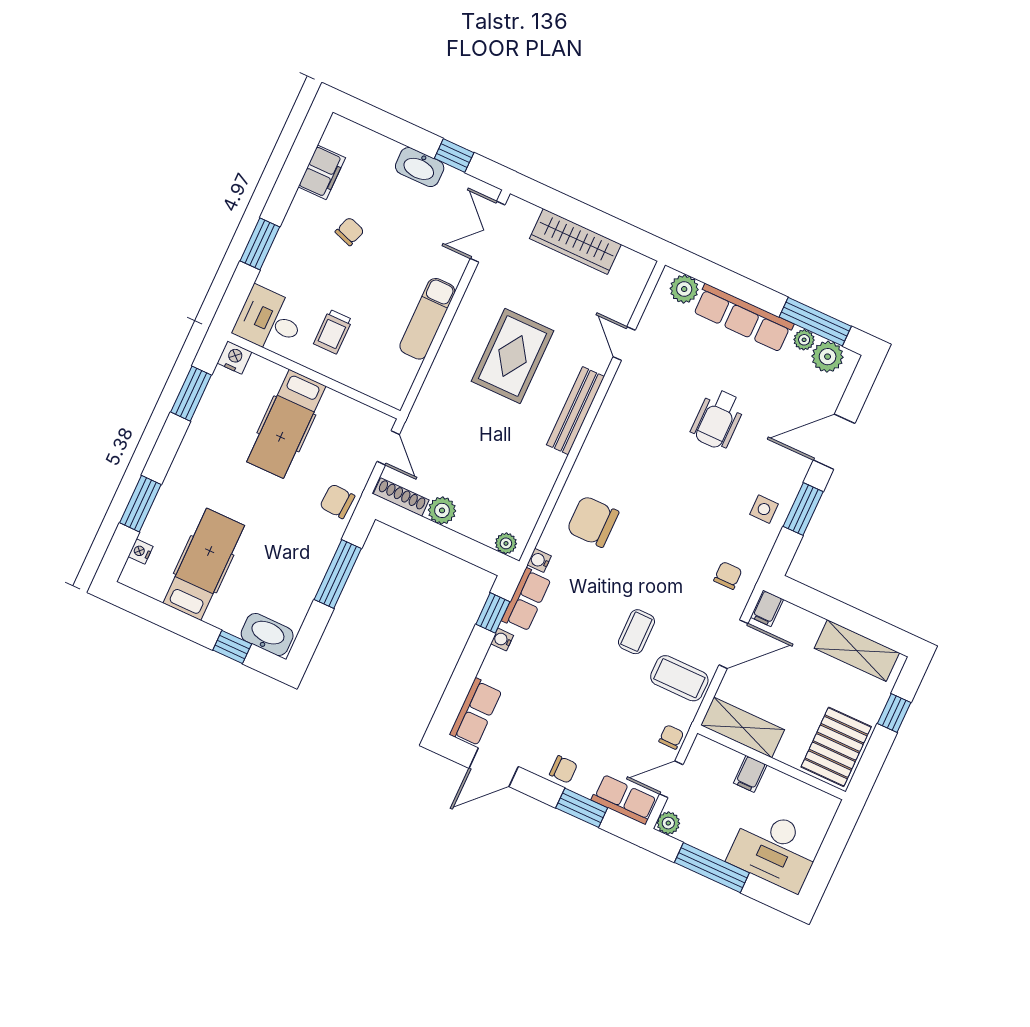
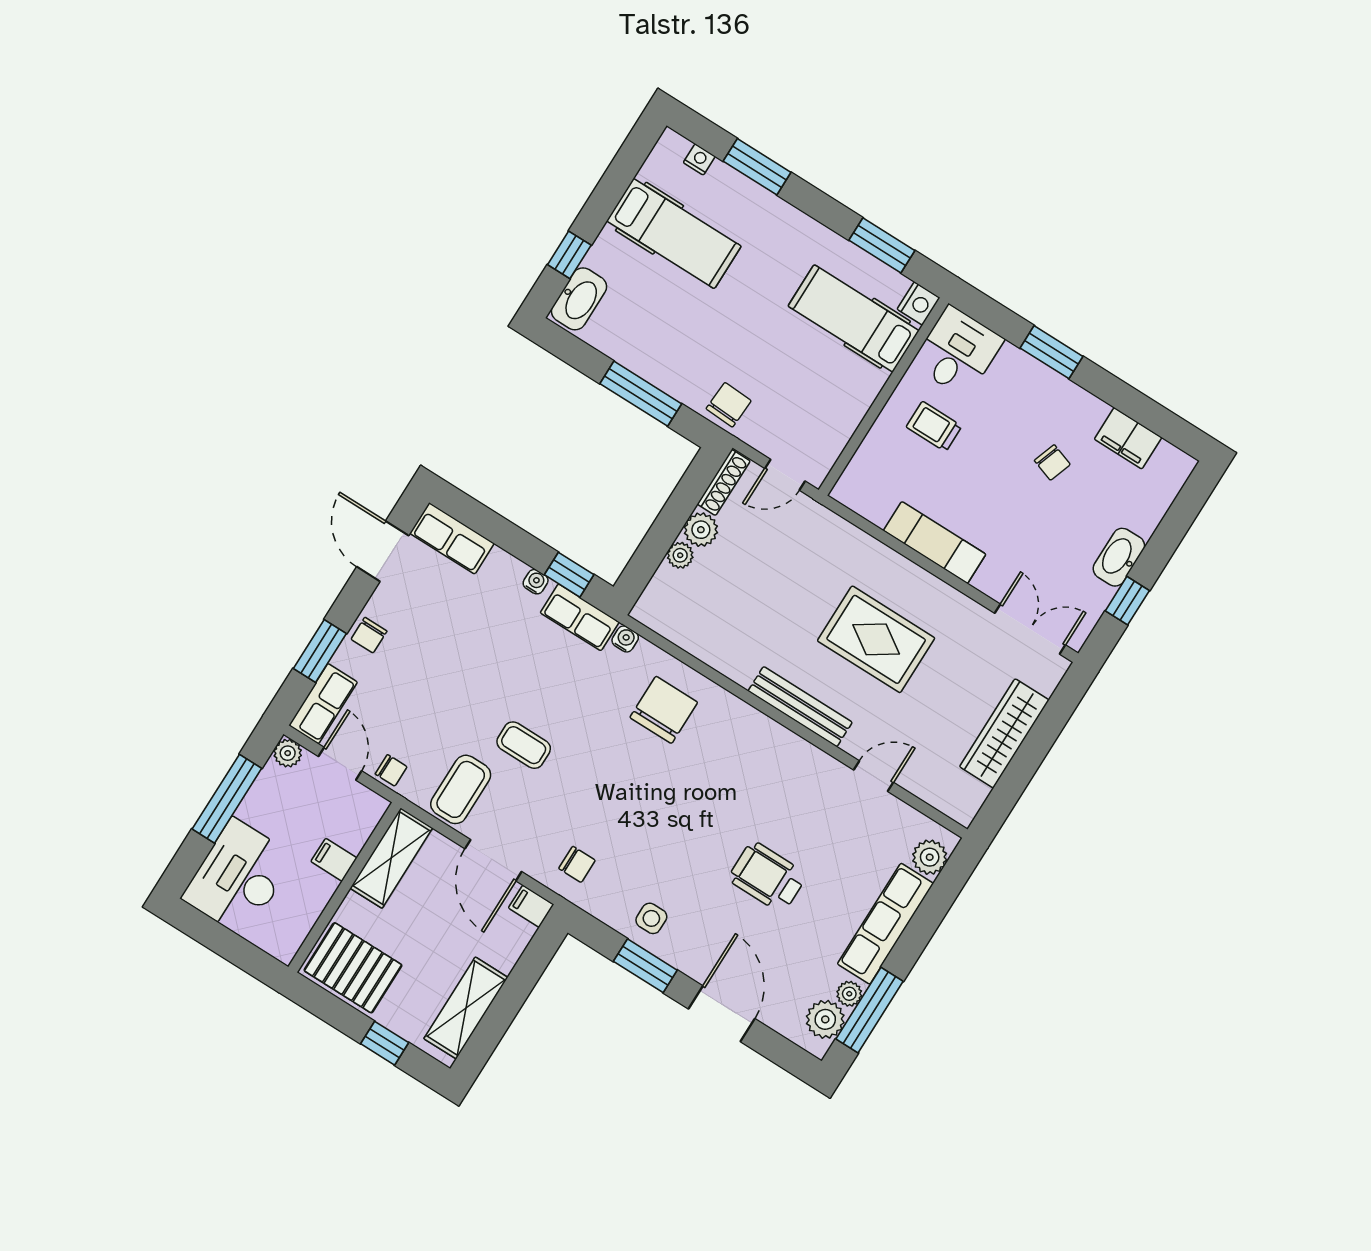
hospital bed: (286, 424) -> (854, 318), moved
plant: (506, 543) -> (680, 555), moved

